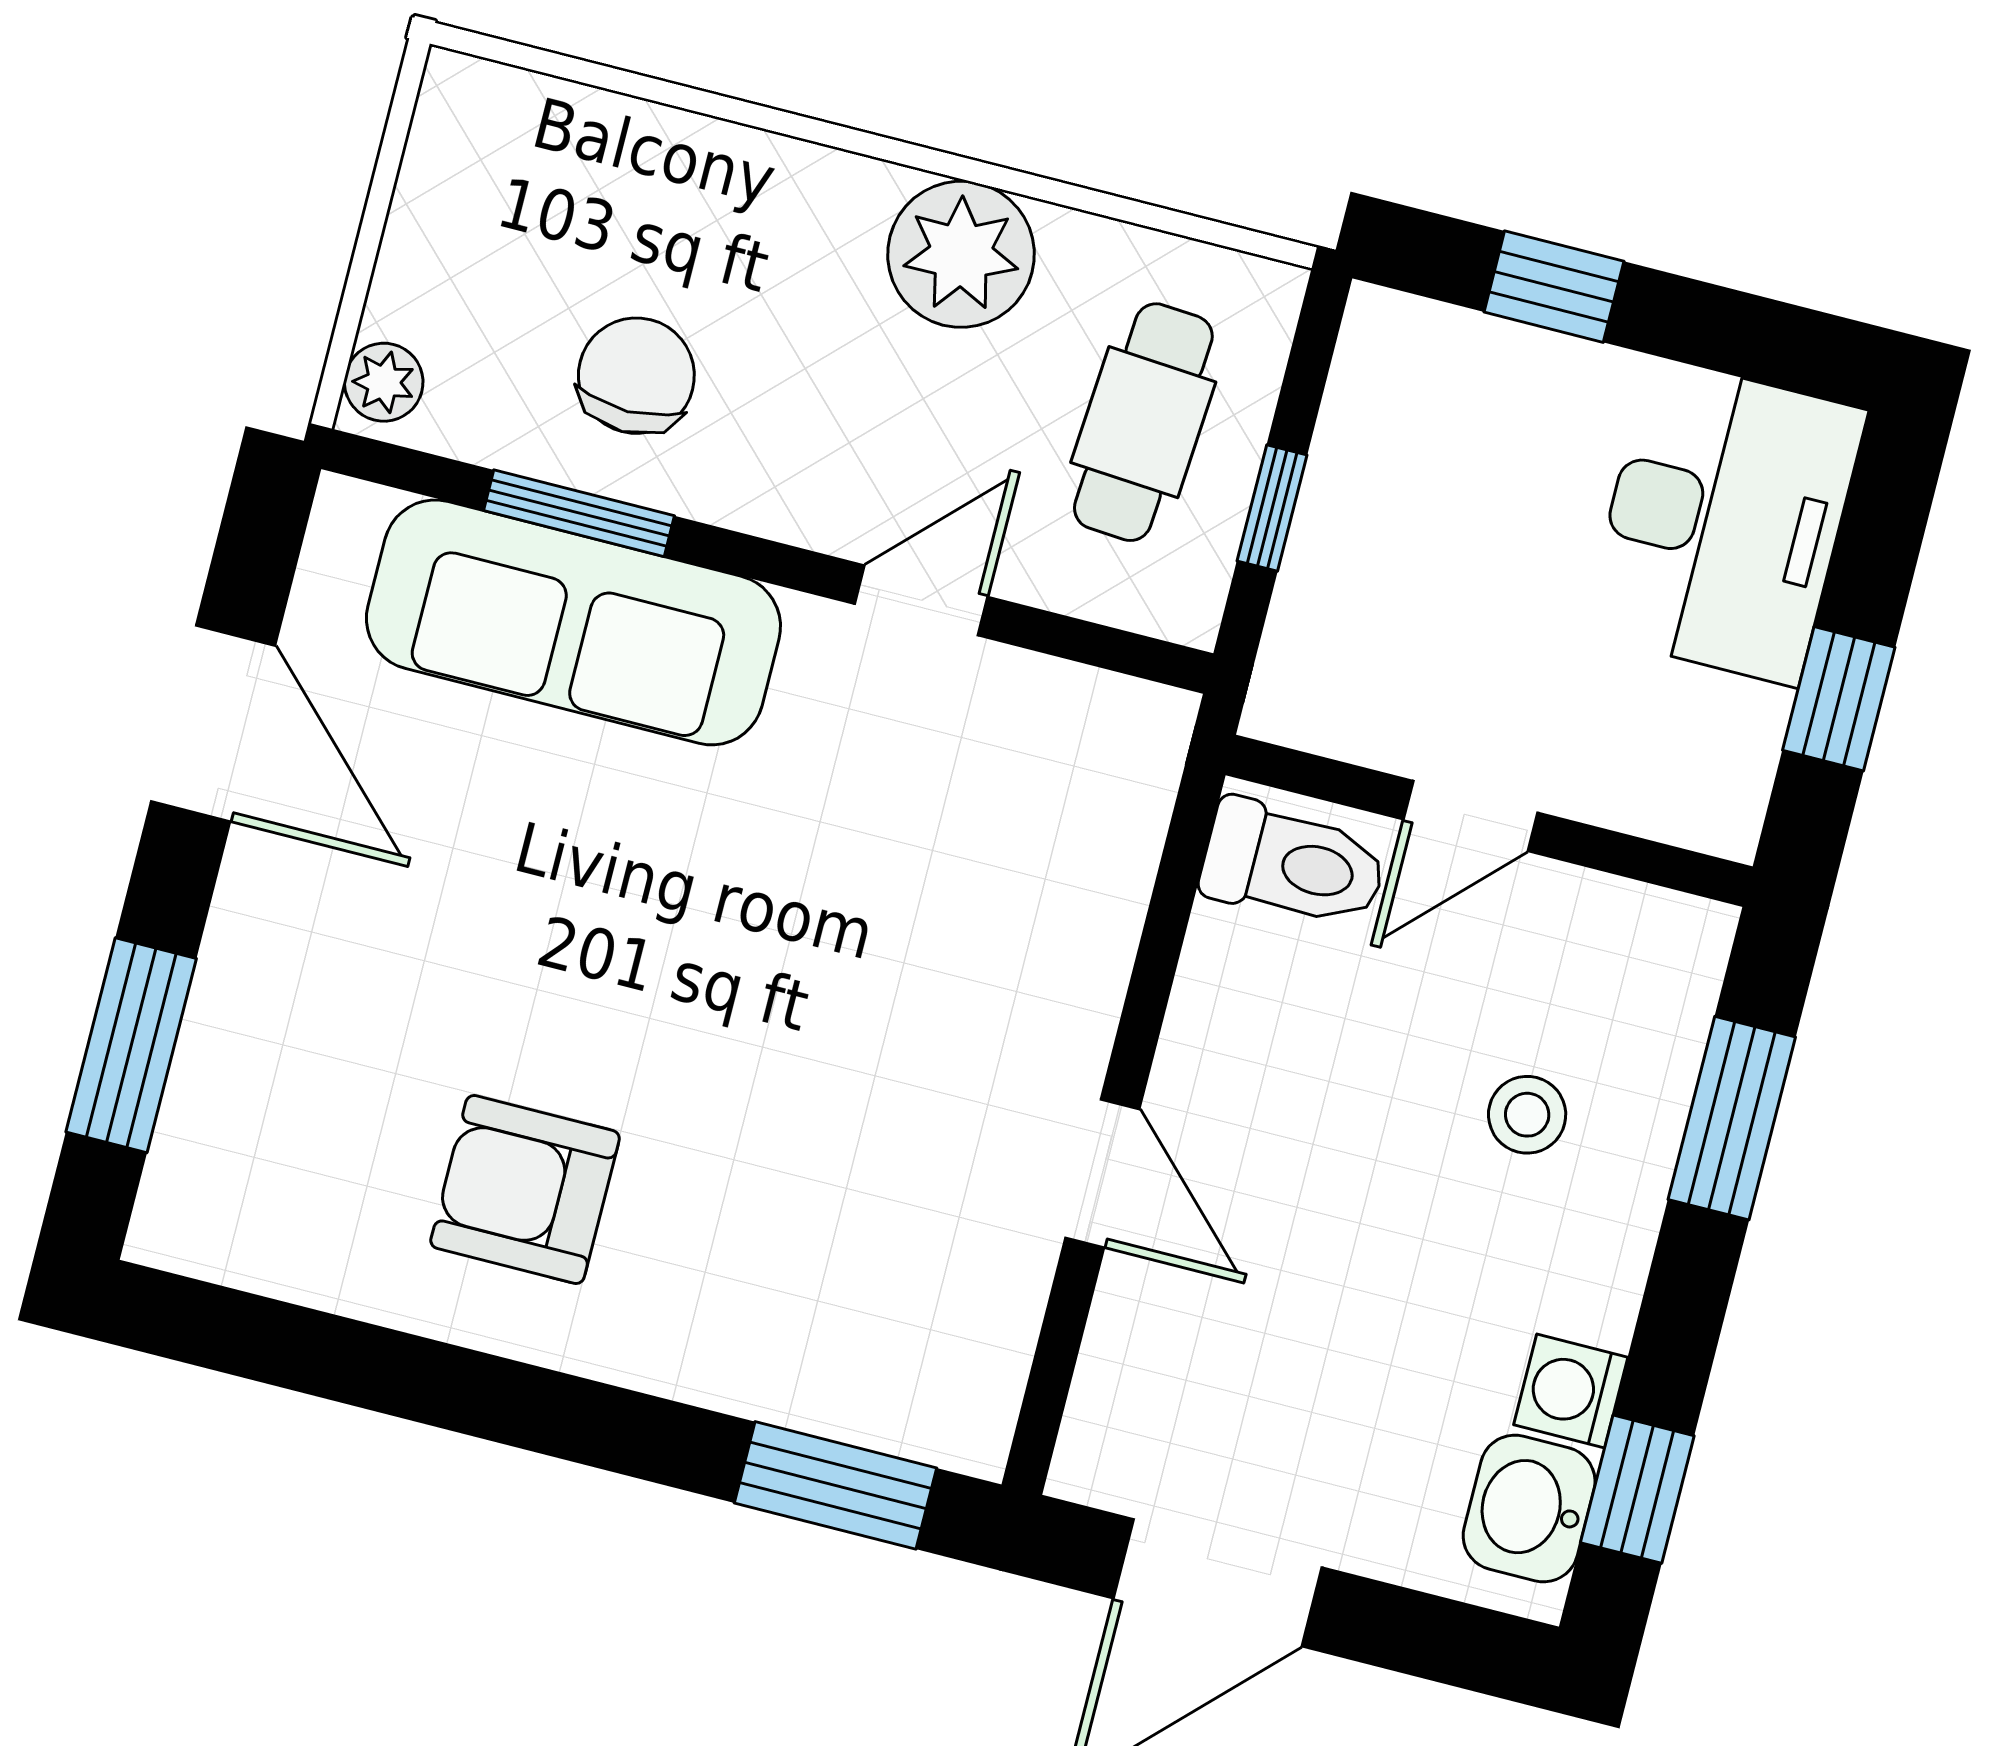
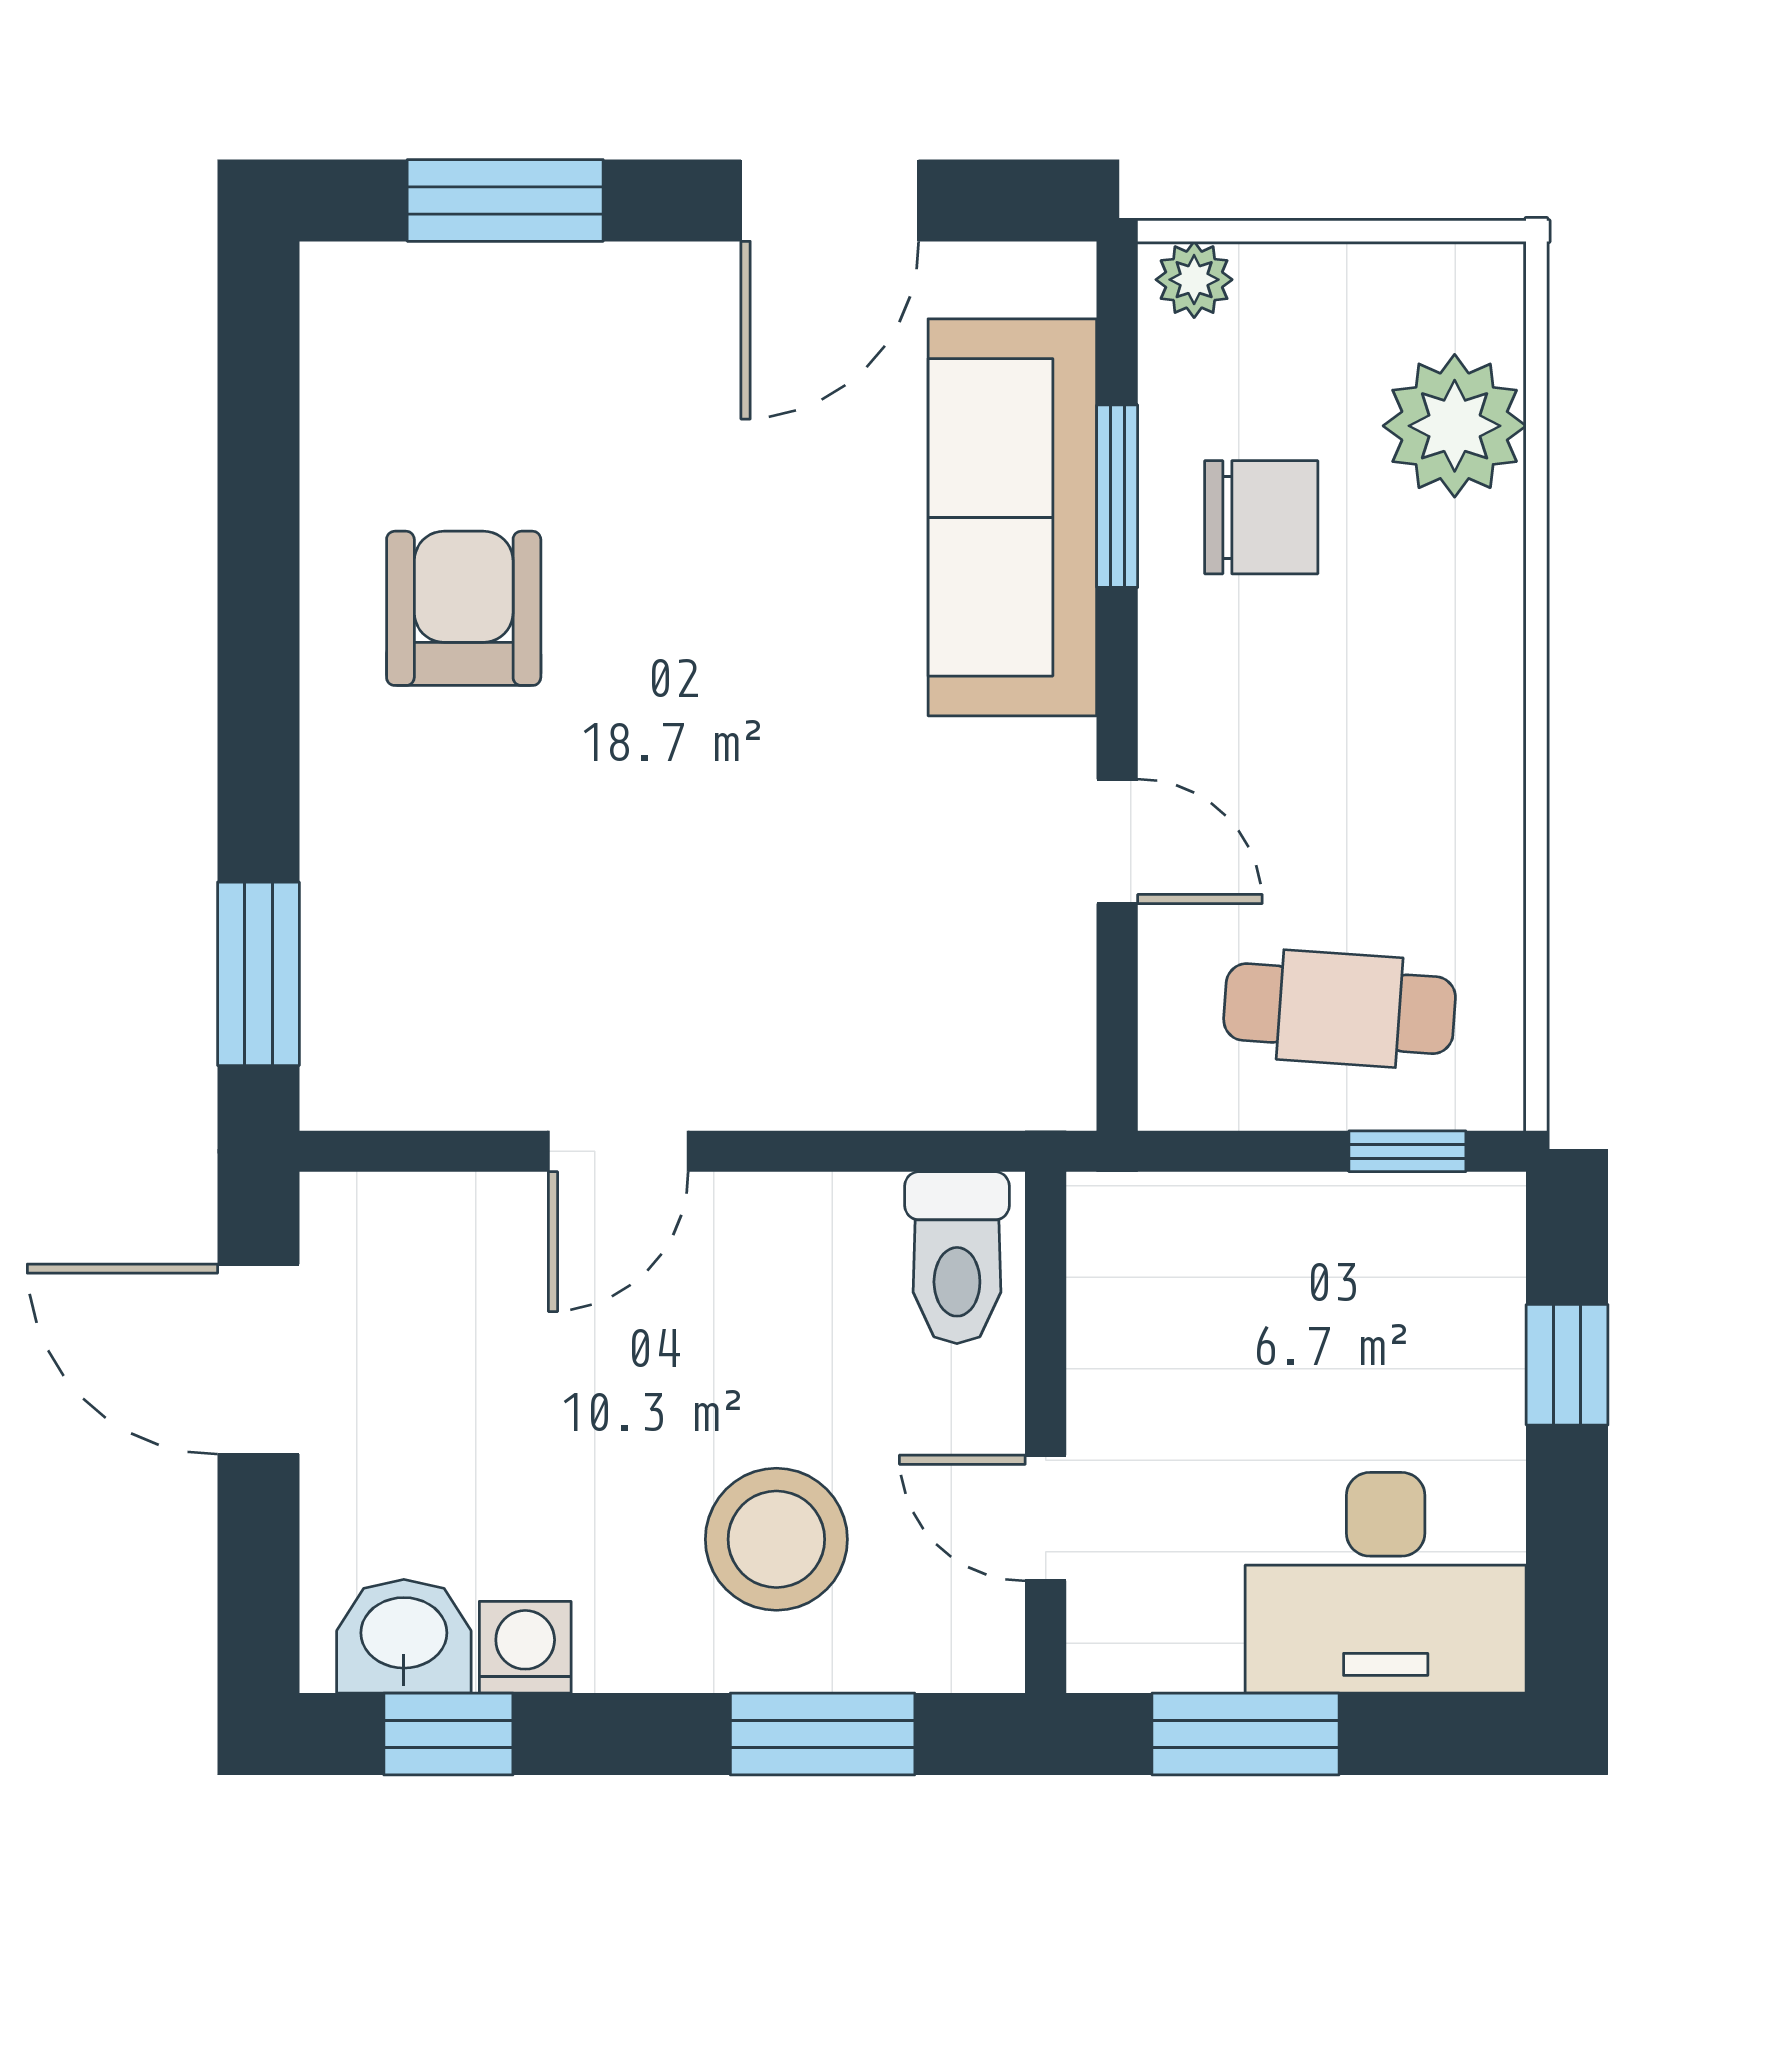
plant: (961, 254) -> (1455, 426), moved
window: (1272, 508) -> (1407, 1151), moved
window: (1839, 699) -> (1246, 1734), width x1.50
door: (1470, 816) -> (1046, 1518), moved
stool: (1527, 1115) -> (776, 1539), width x1.89, depth x1.89

